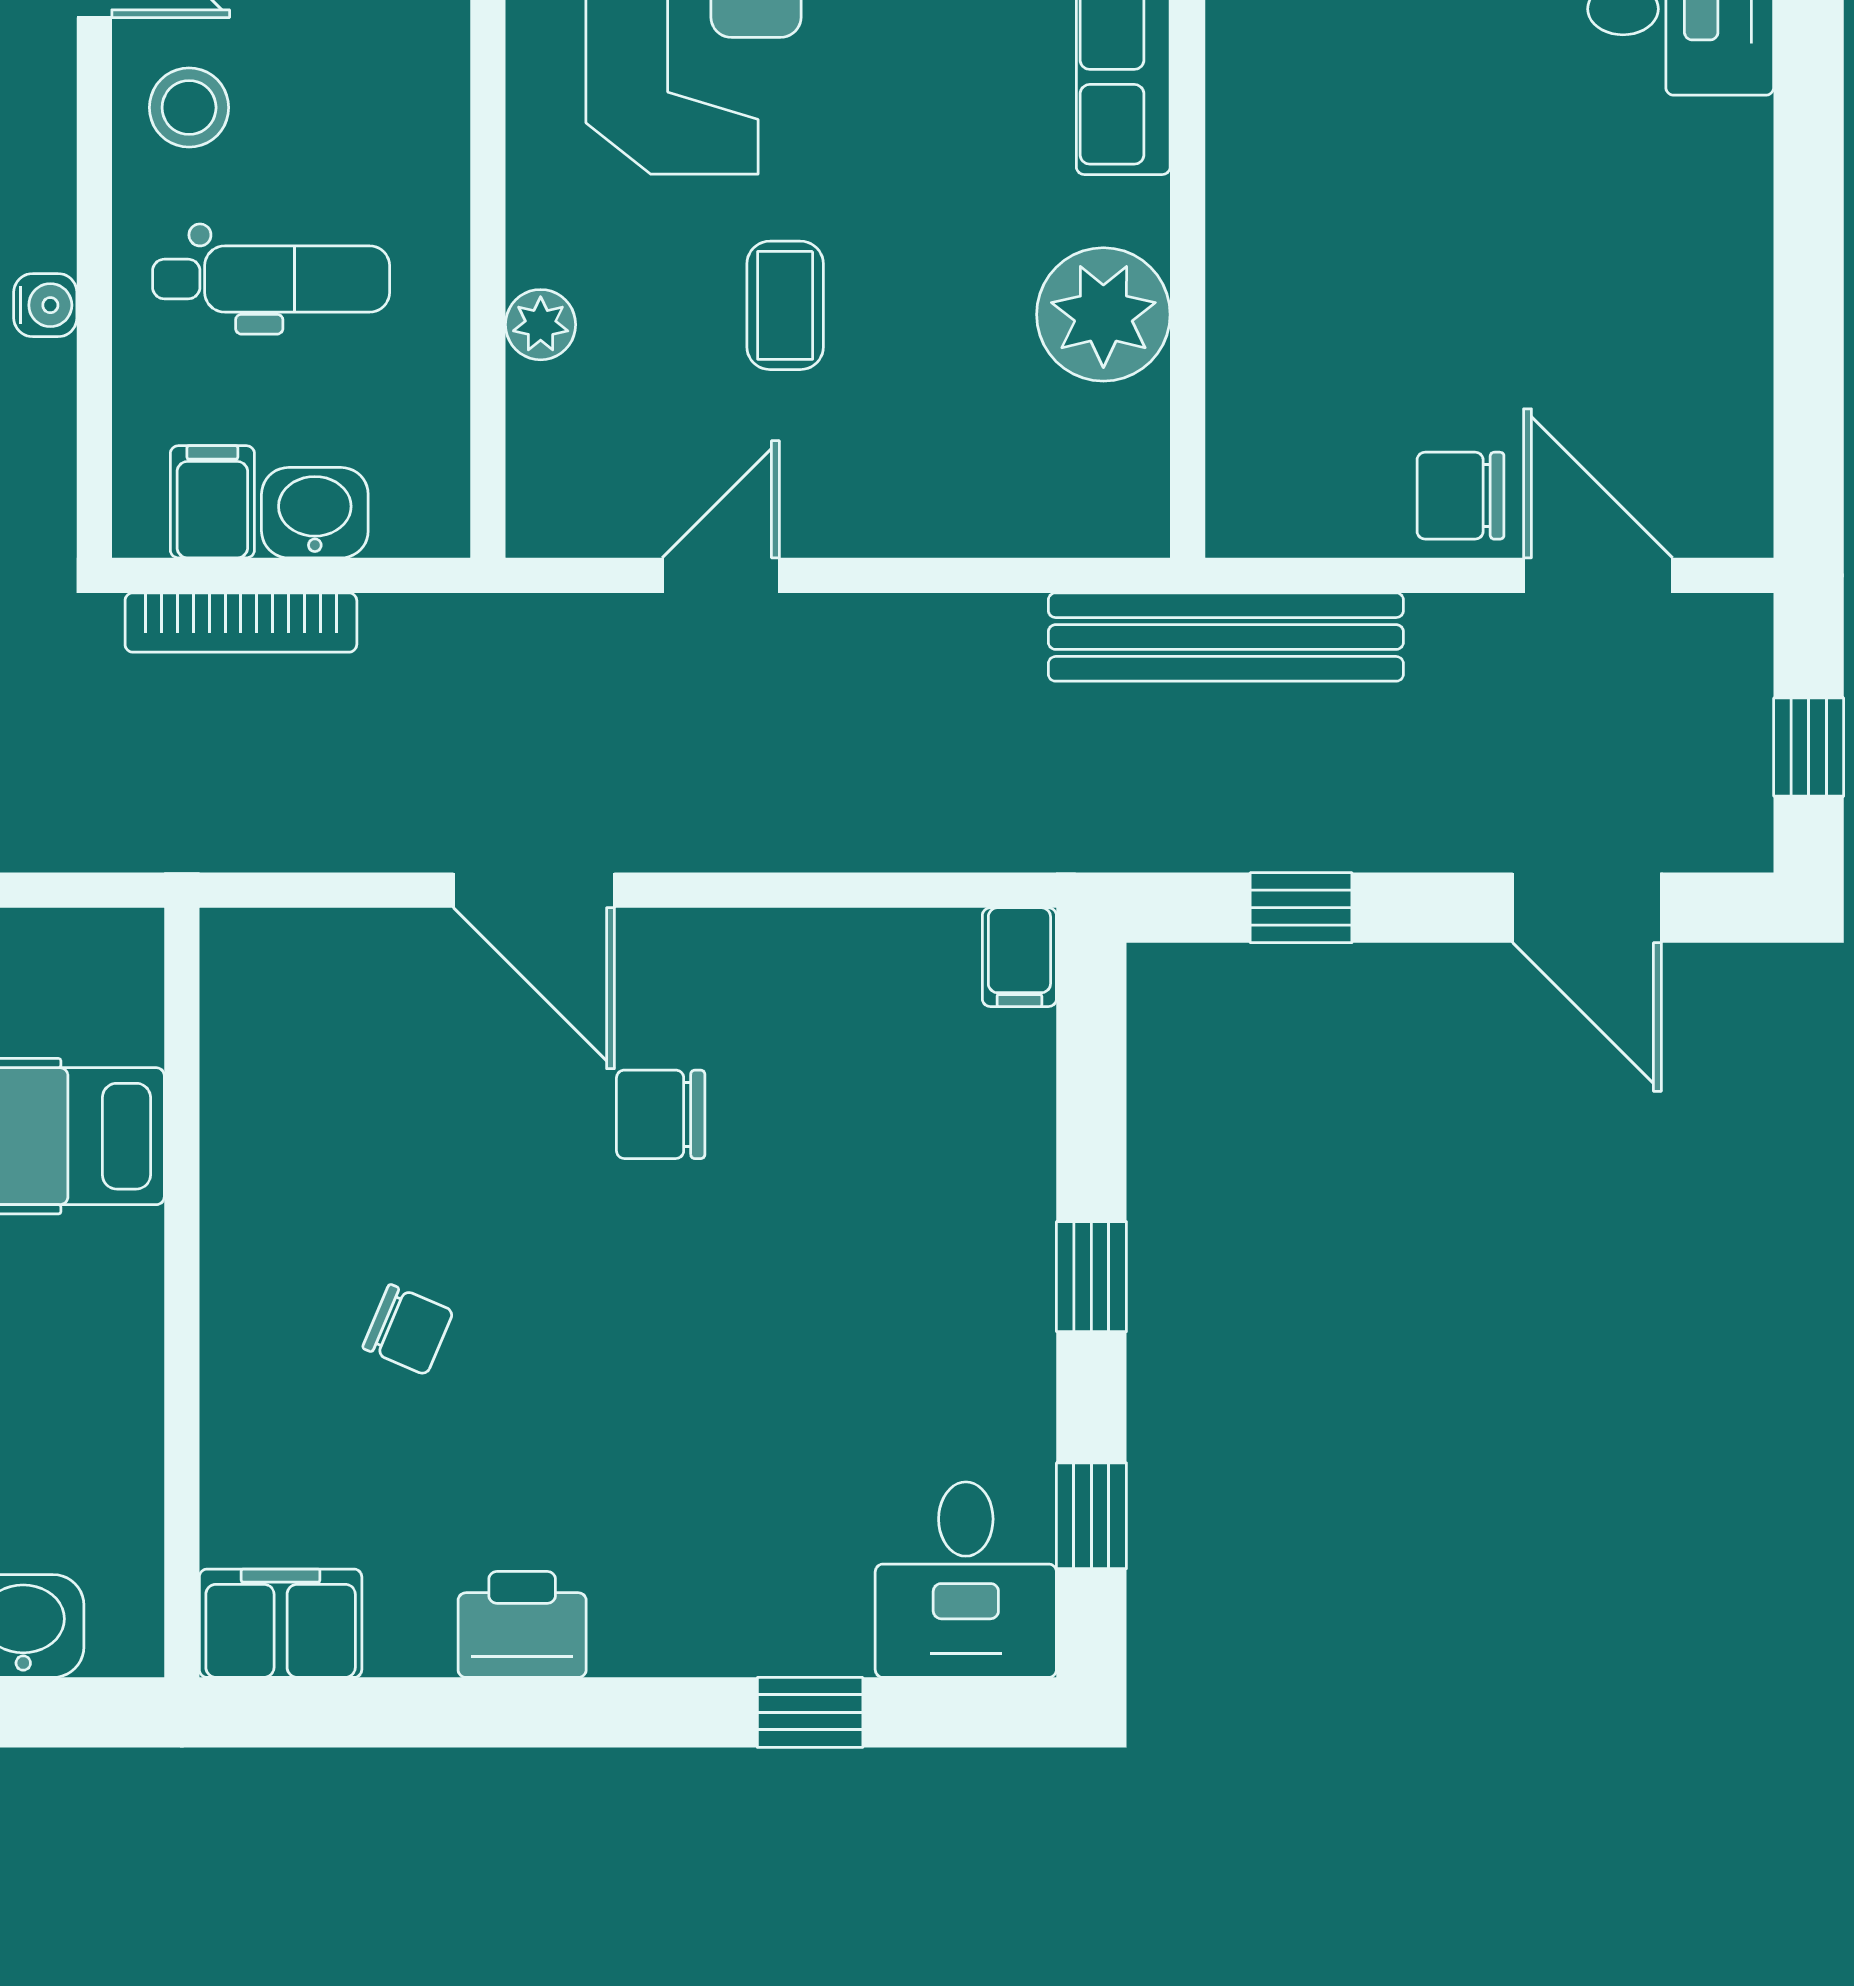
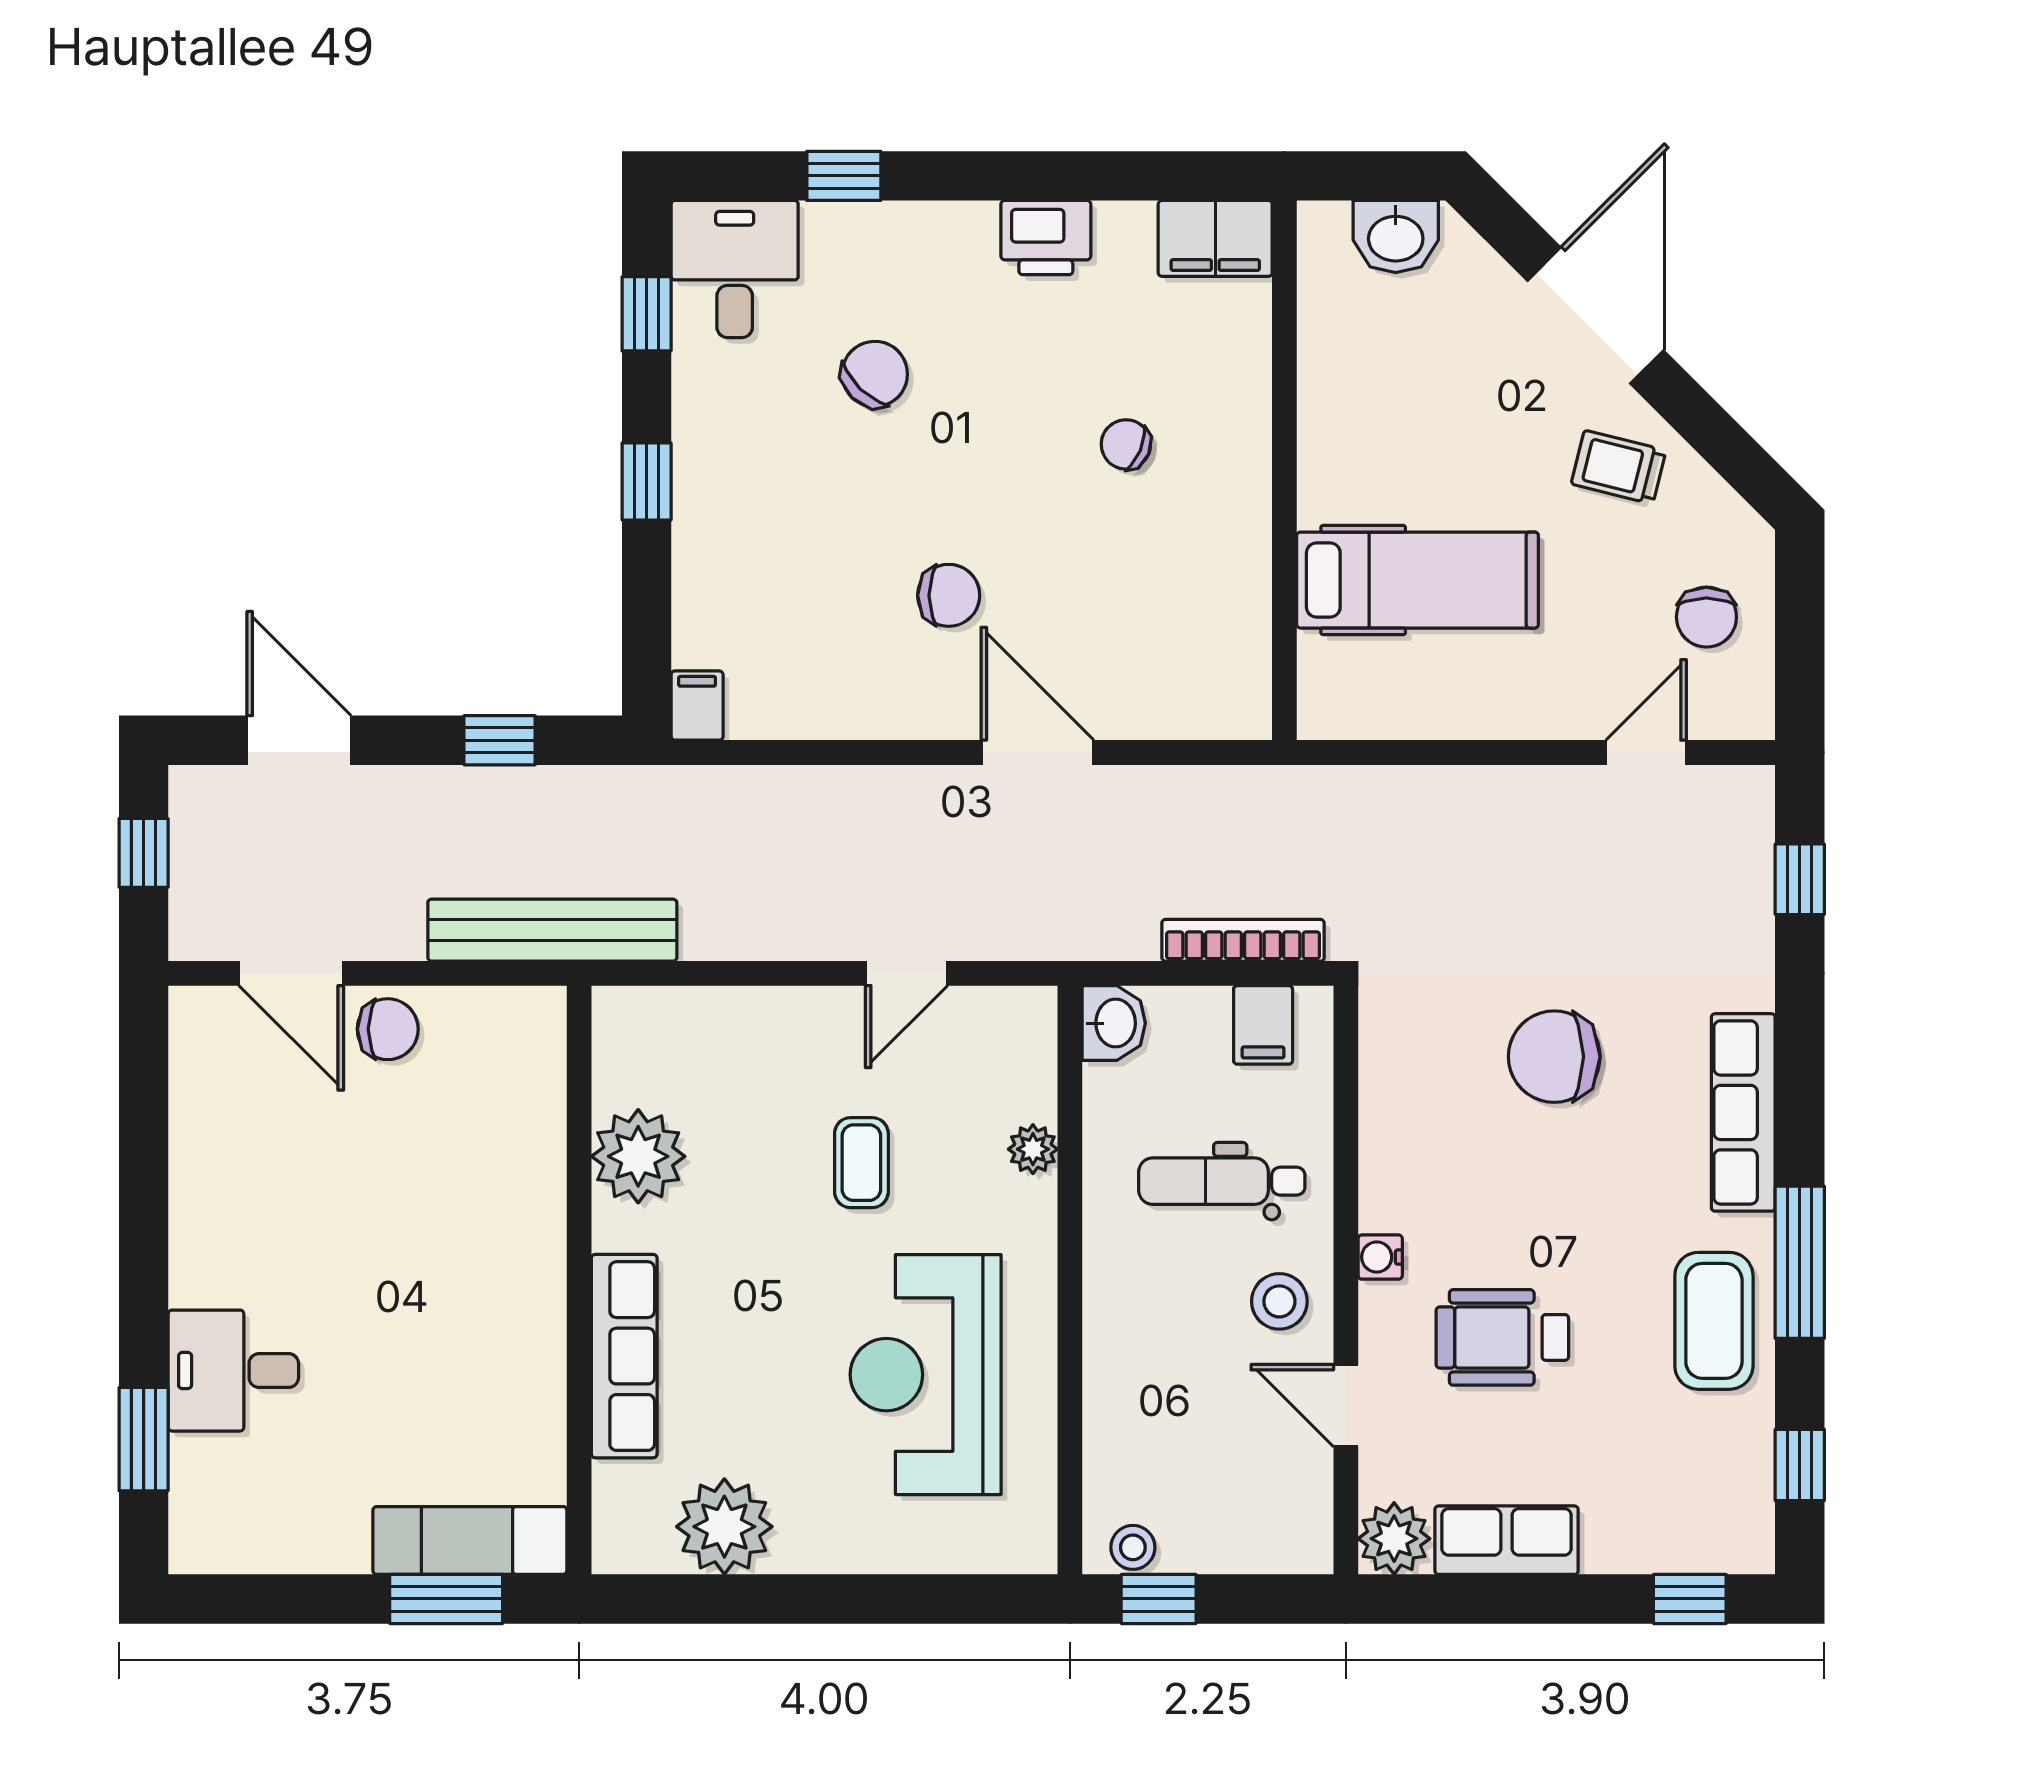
water cooler: (45, 305) -> (1380, 1257), moved
washbasin: (315, 513) -> (1114, 1023), moved, turned -90
chair: (766, 1430) -> (875, 374), added

